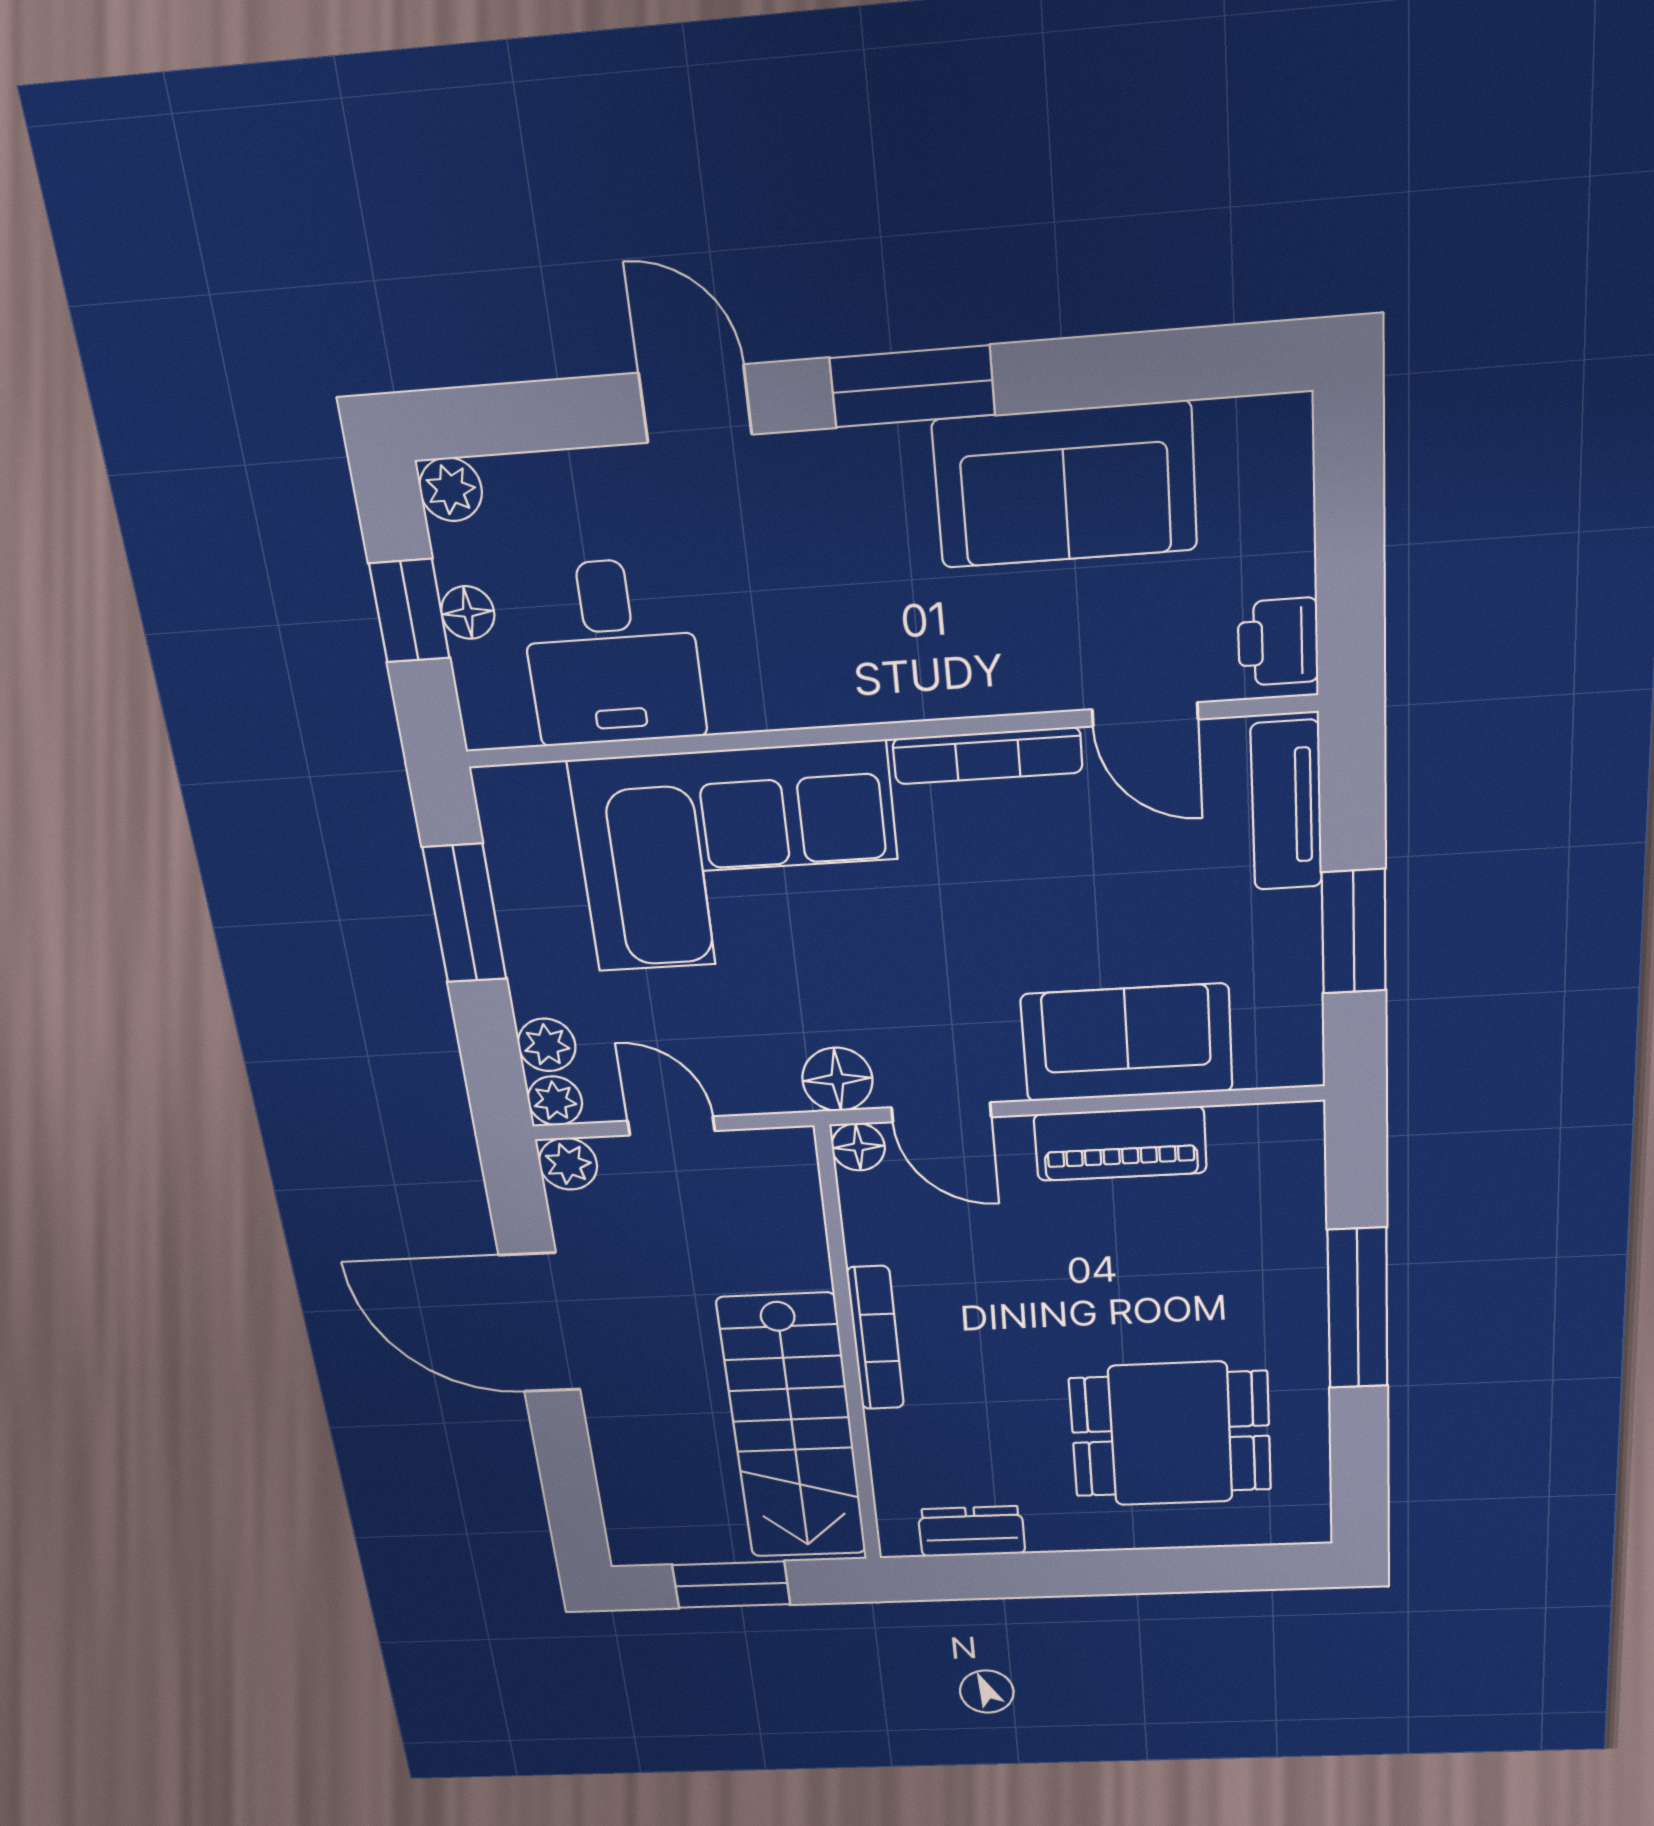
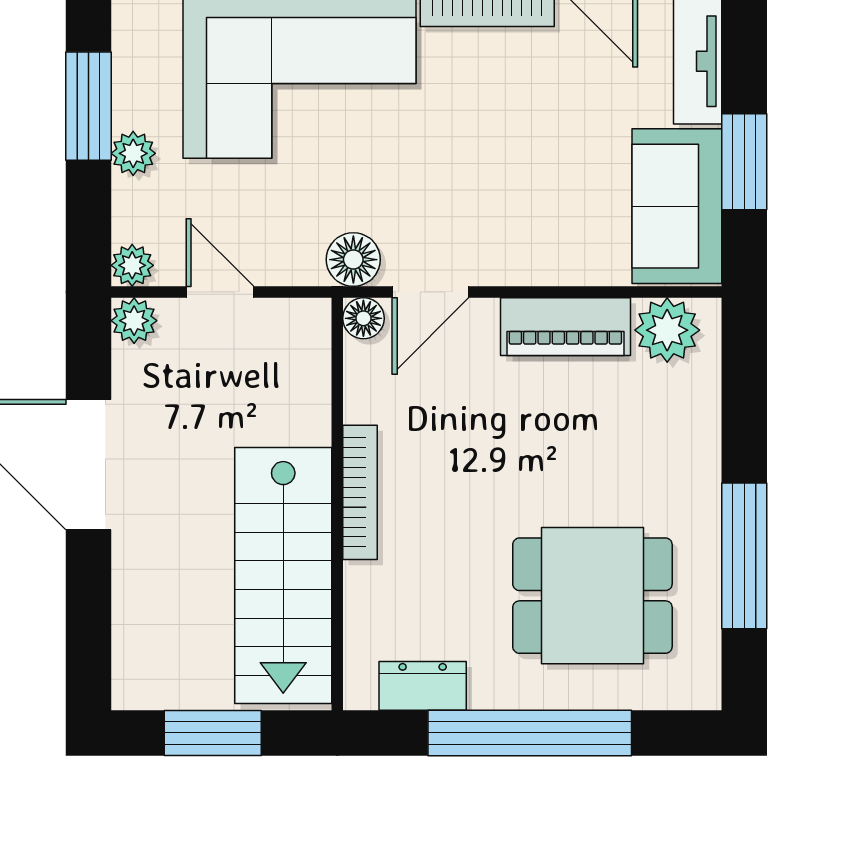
sofa: (1127, 1043) -> (677, 206), moved, turned -90
plant: (547, 1045) -> (133, 153), moved
door: (941, 1112) -> (430, 292), hinge flipped
plant: (1254, 1141) -> (667, 330), added
window: (1358, 1309) -> (744, 556), moved
window: (1103, 1573) -> (530, 733), added

